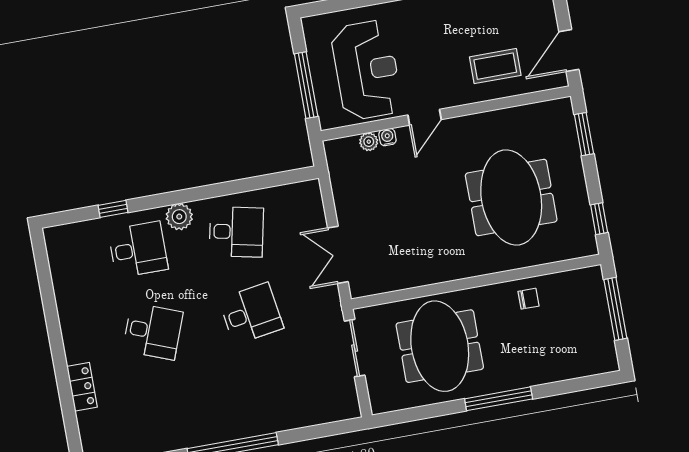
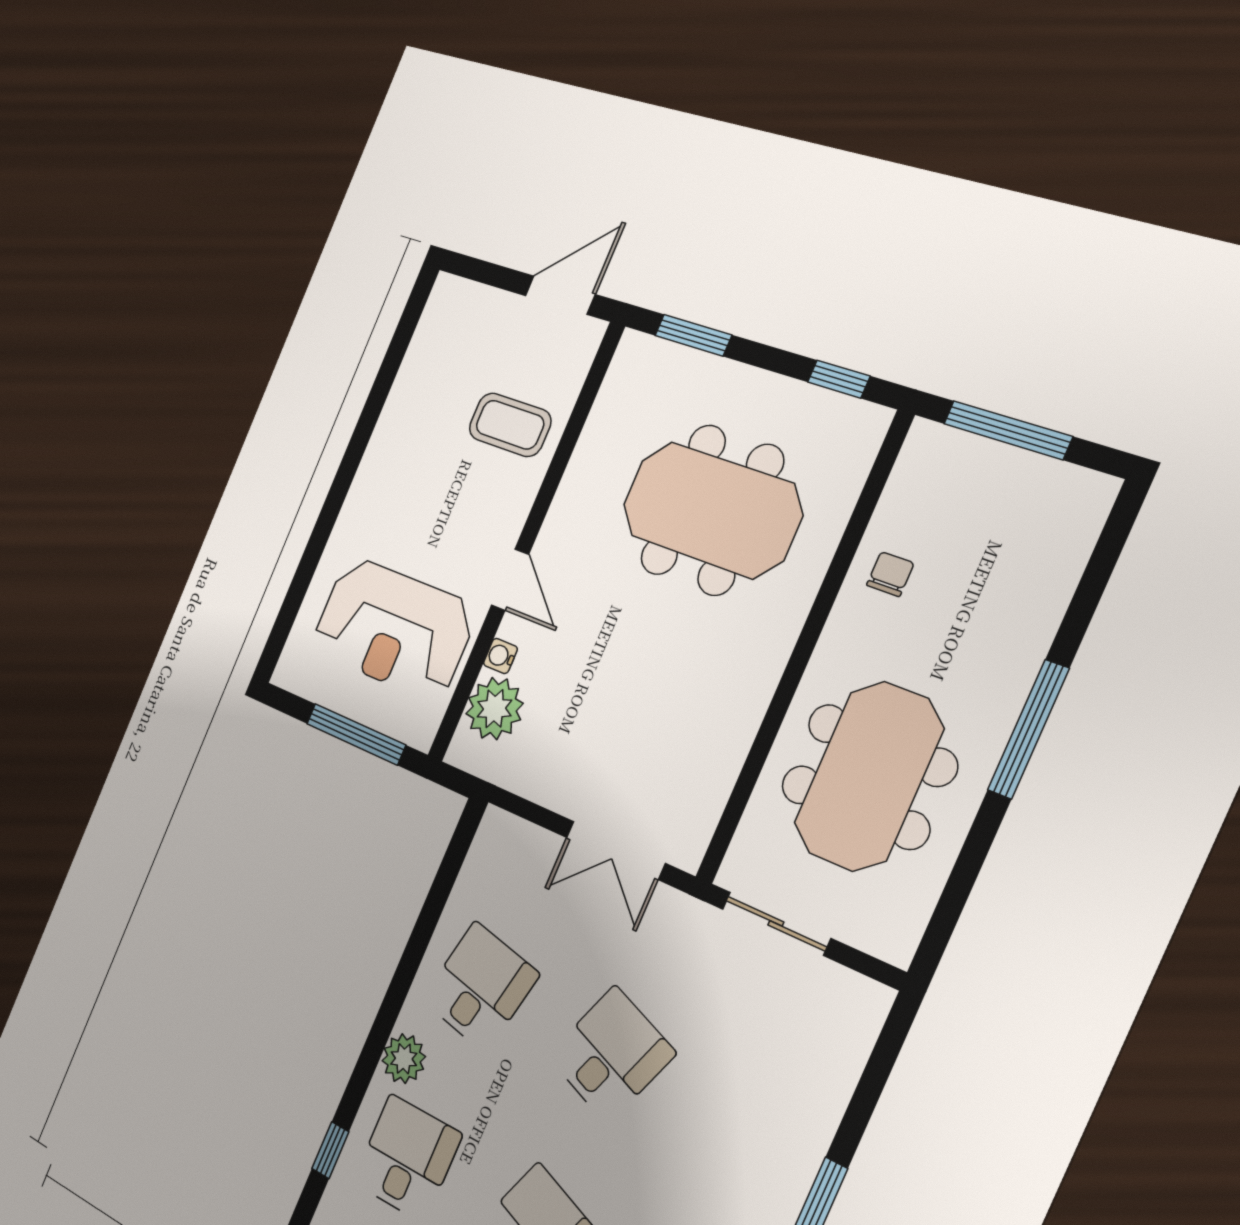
door: (569, 50) -> (560, 295), swing flipped
coffee table: (495, 66) -> (510, 425), turned 90
reception desk: (367, 70) -> (393, 628), turned 180
plant: (369, 142) -> (494, 709), width x1.88, depth x1.88
desk: (251, 314) -> (611, 1055), turned 30
meeting table: (440, 346) -> (868, 776), turned 90

